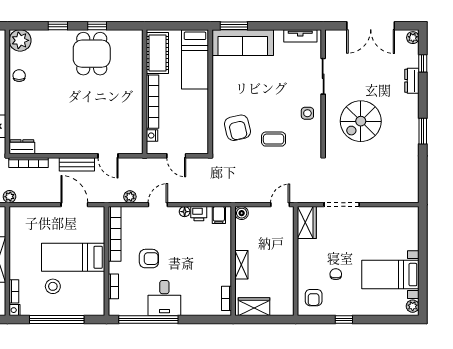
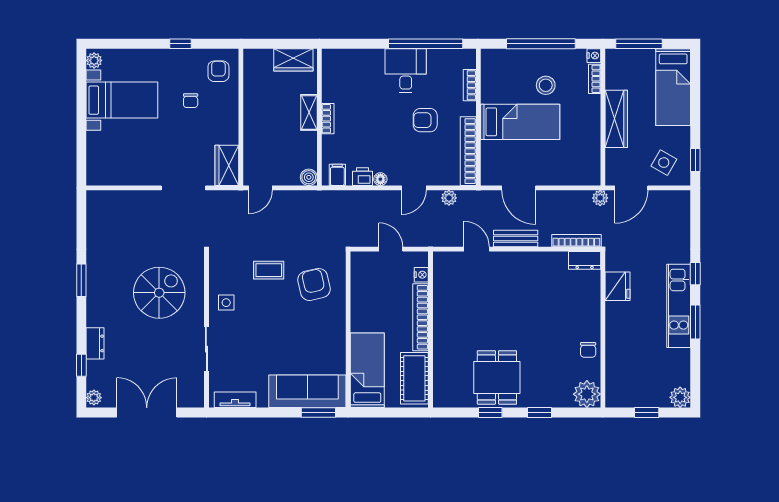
bookcase: (226, 298) -> (328, 119), moved

